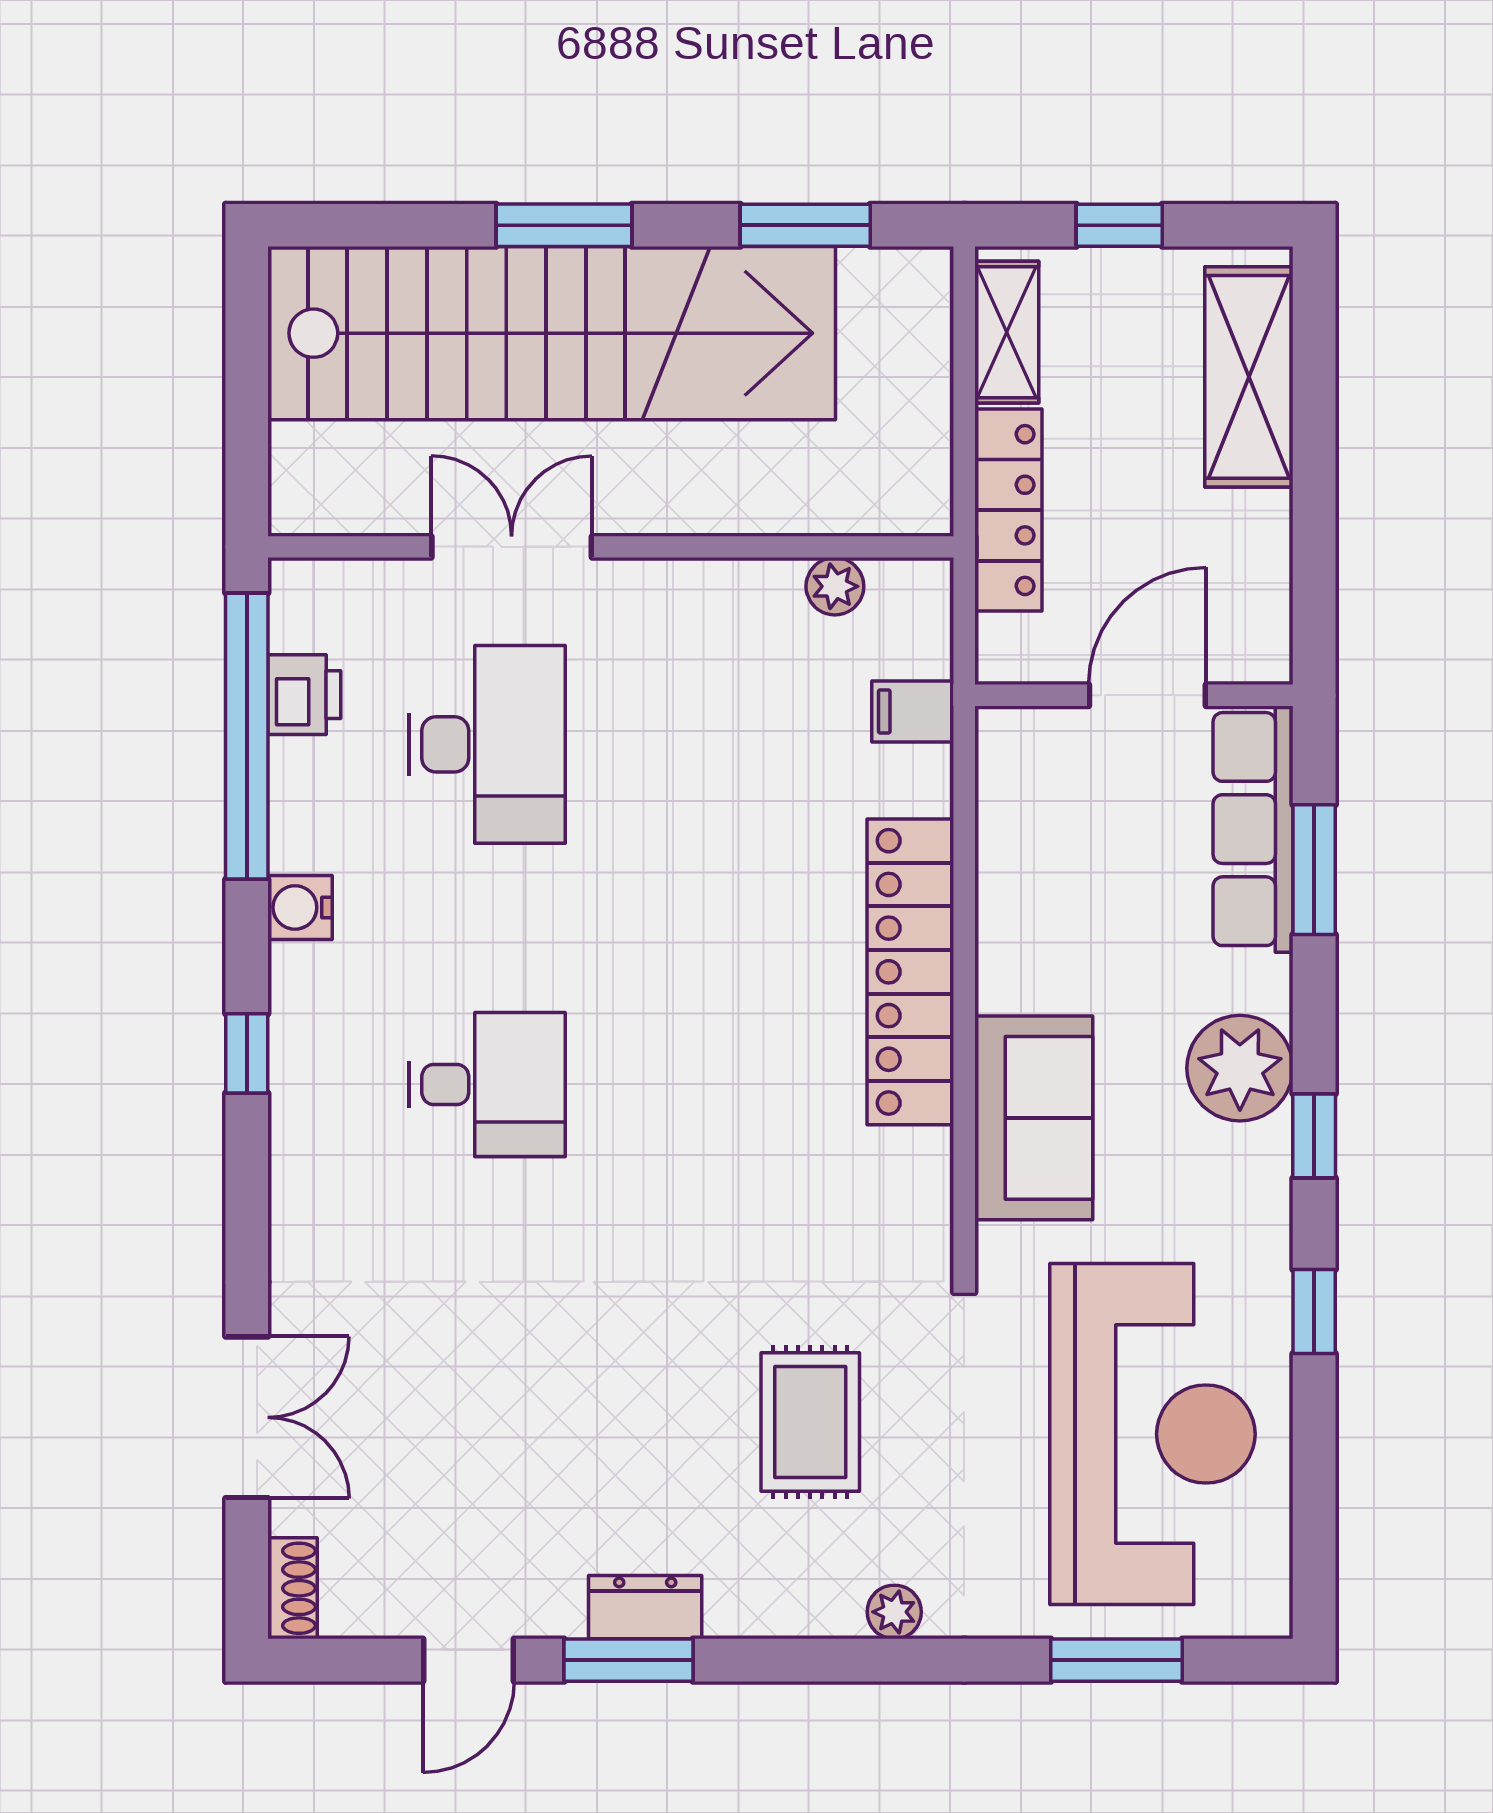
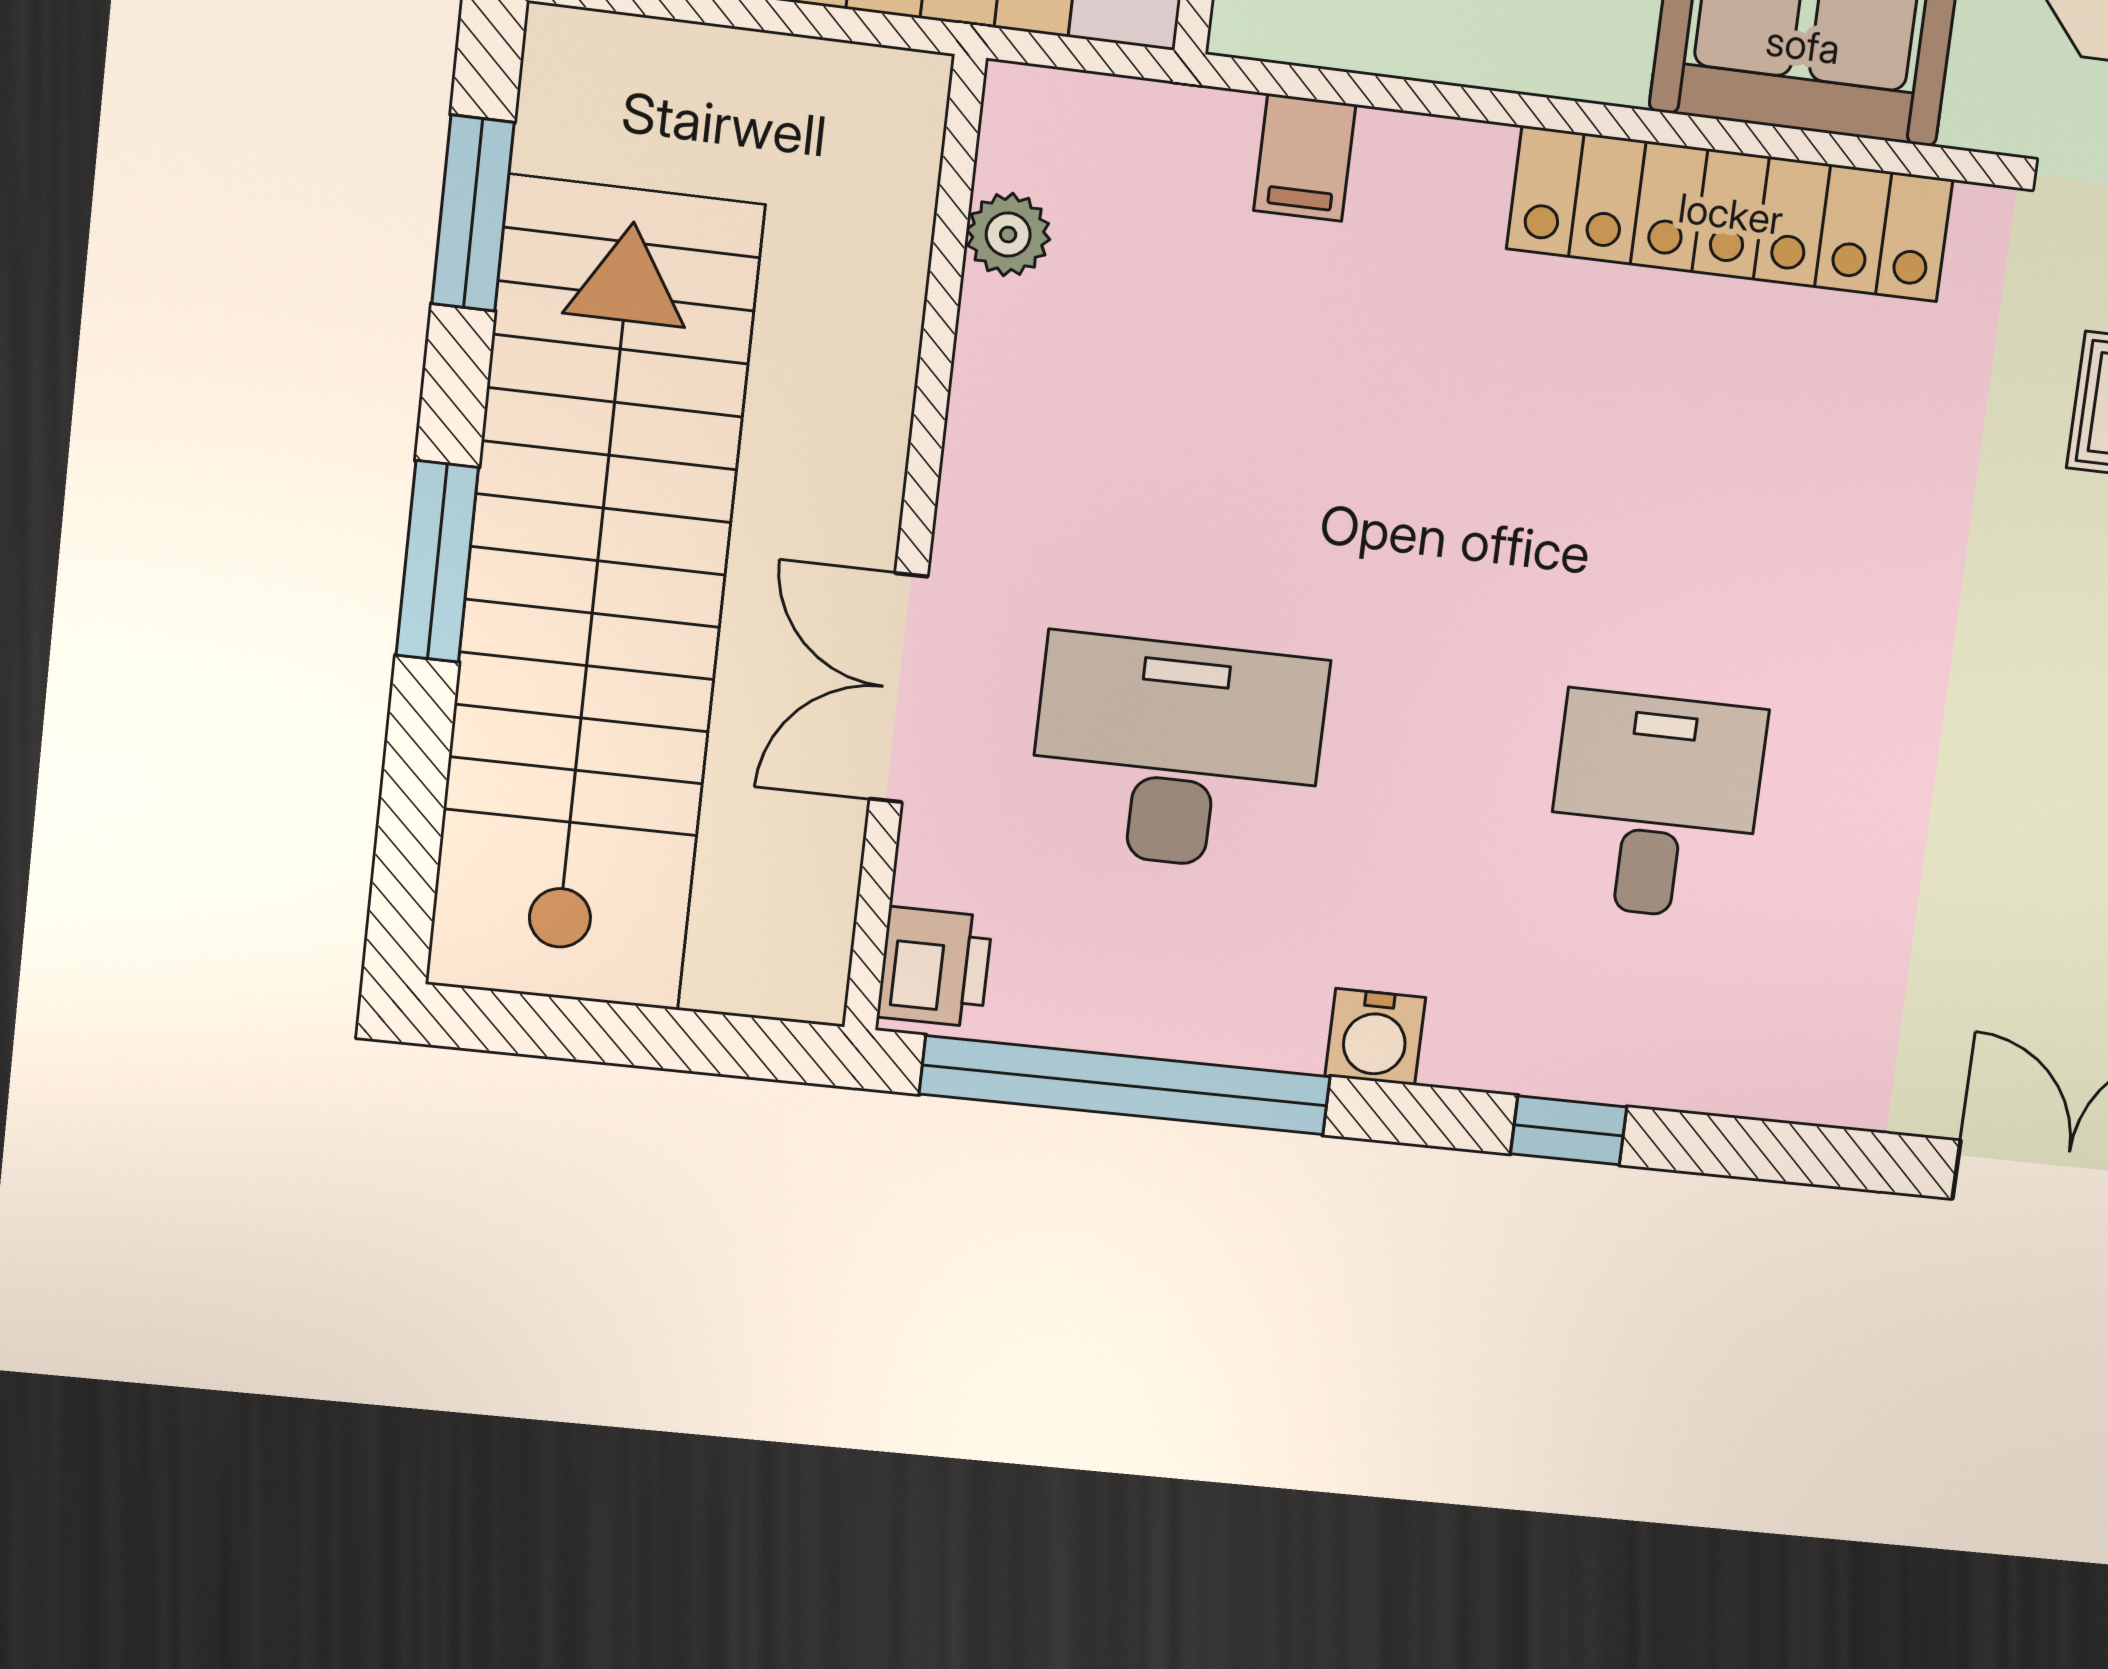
printer: (304, 695) -> (935, 967), moved, turned 90
filing cabinet: (913, 711) -> (1305, 157), moved
locker: (910, 972) -> (1731, 214), moved

